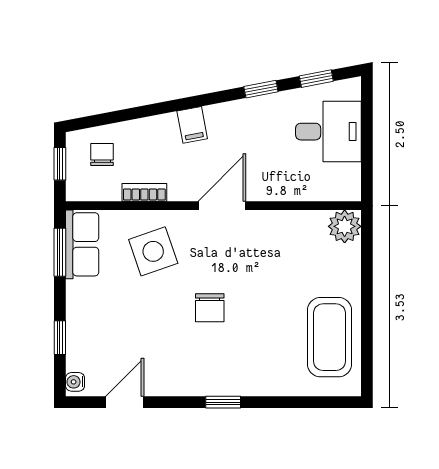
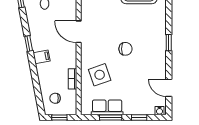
window: (261, 89) -> (29, 43), moved
door: (222, 206) -> (79, 32), moved
row of seats: (82, 244) -> (107, 107), moved
window: (60, 252) -> (111, 118), moved

